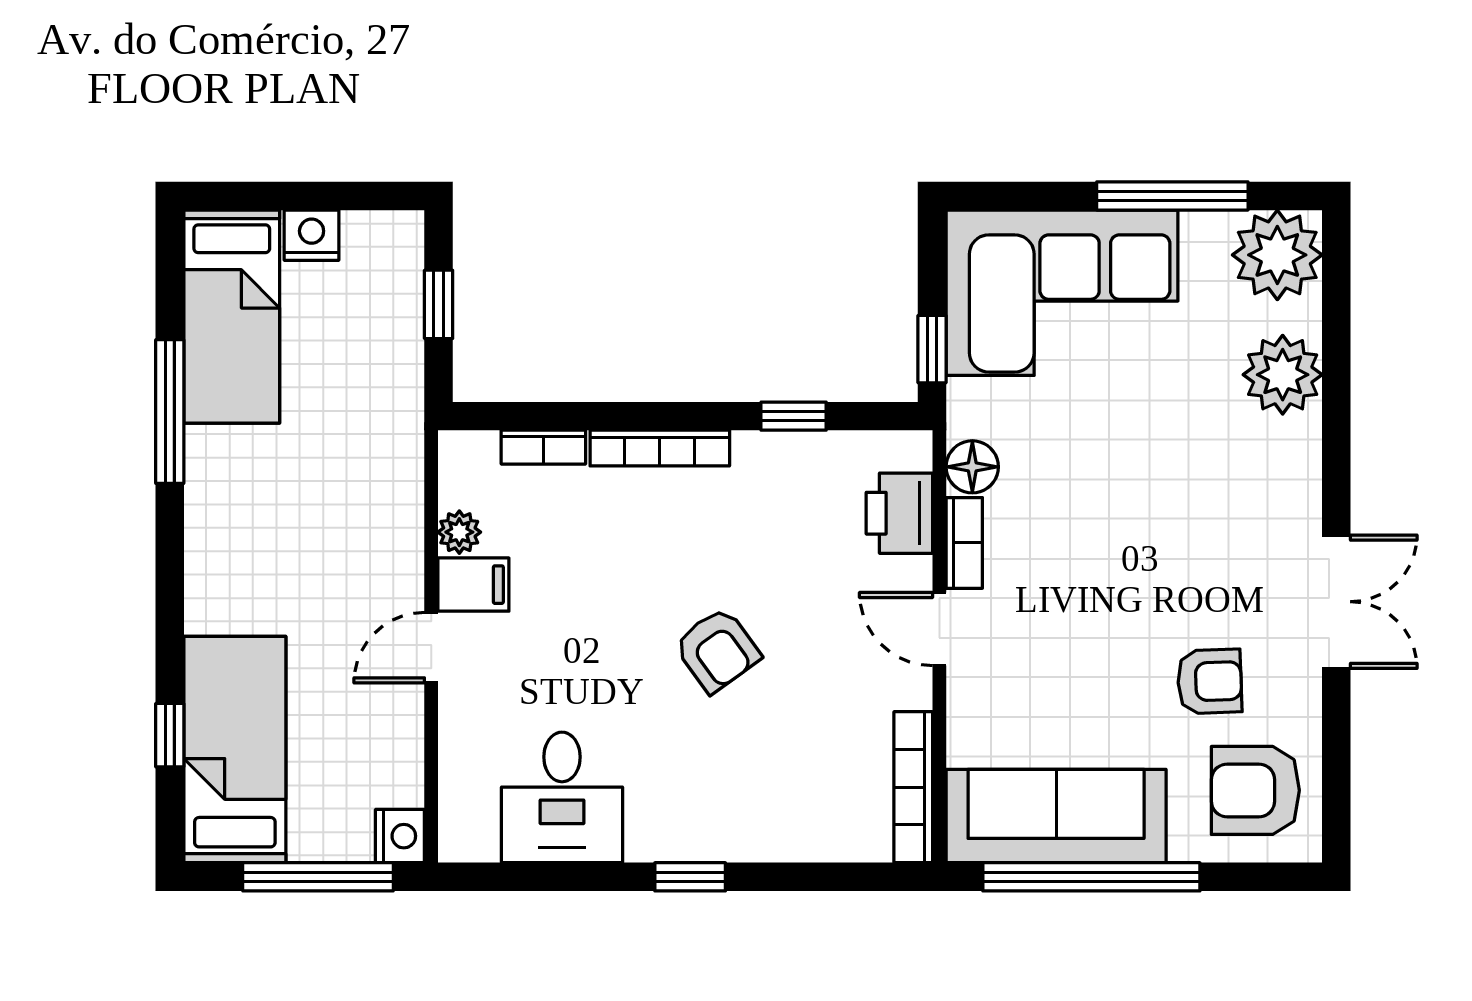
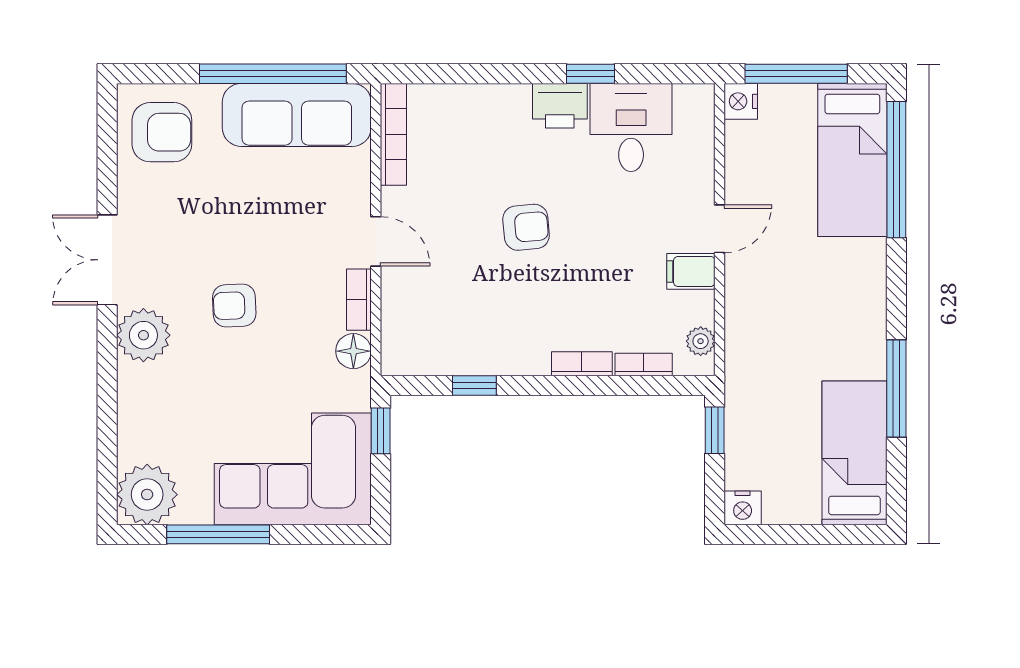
nightstand: (312, 235) -> (743, 508), moved
window: (439, 304) -> (715, 430), moved
plant: (1283, 375) -> (143, 335), moved
bookcase: (660, 448) -> (582, 364), width x0.64
printer: (899, 513) -> (560, 106), moved, turned 90
plant: (459, 532) -> (701, 341), moved
armchair: (717, 650) -> (526, 227), turned 121
armchair: (1210, 681) -> (234, 306), moved
window: (170, 735) -> (896, 170), width x3.17
window: (690, 877) -> (591, 74), moved

